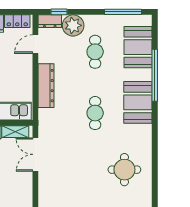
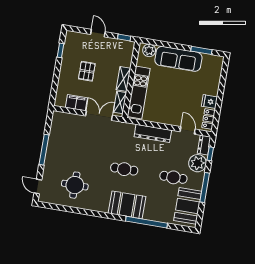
window: (123, 12) -> (205, 187), moved
booth: (138, 47) -> (188, 206), moved, turned 90
filing cabinet: (24, 184) -> (76, 103), added

